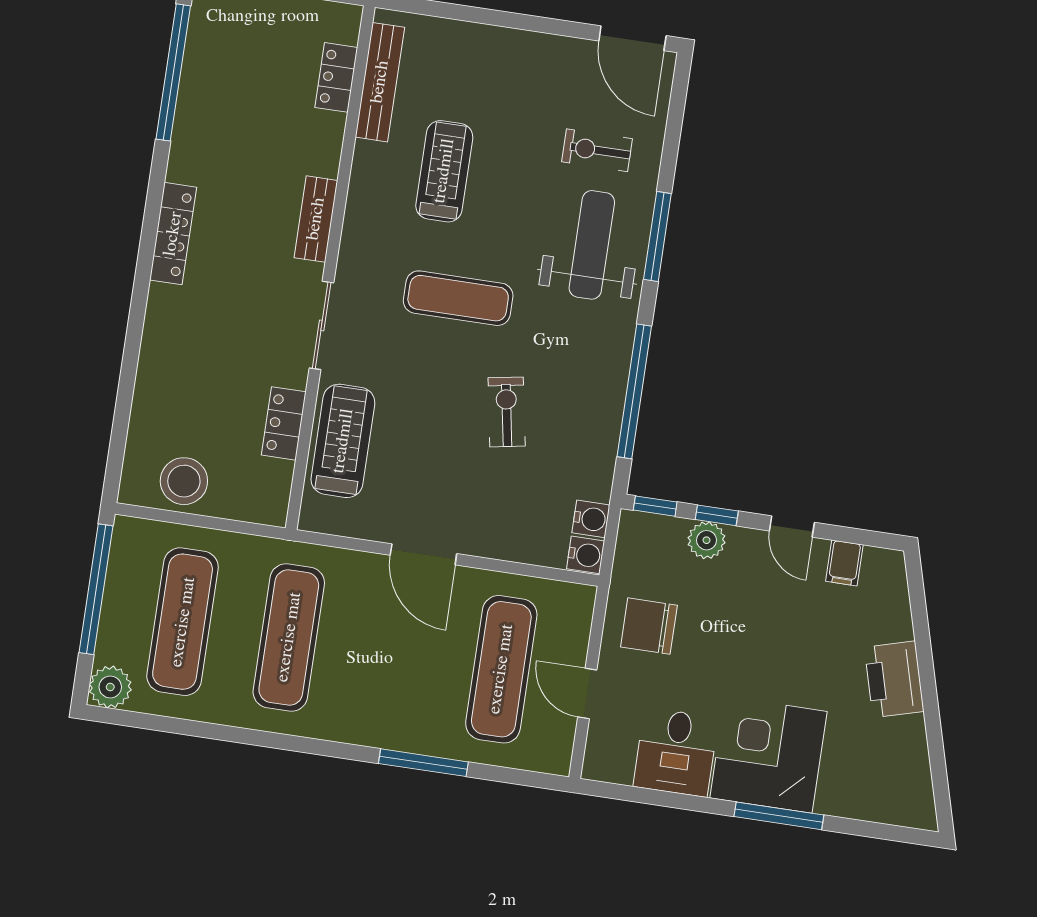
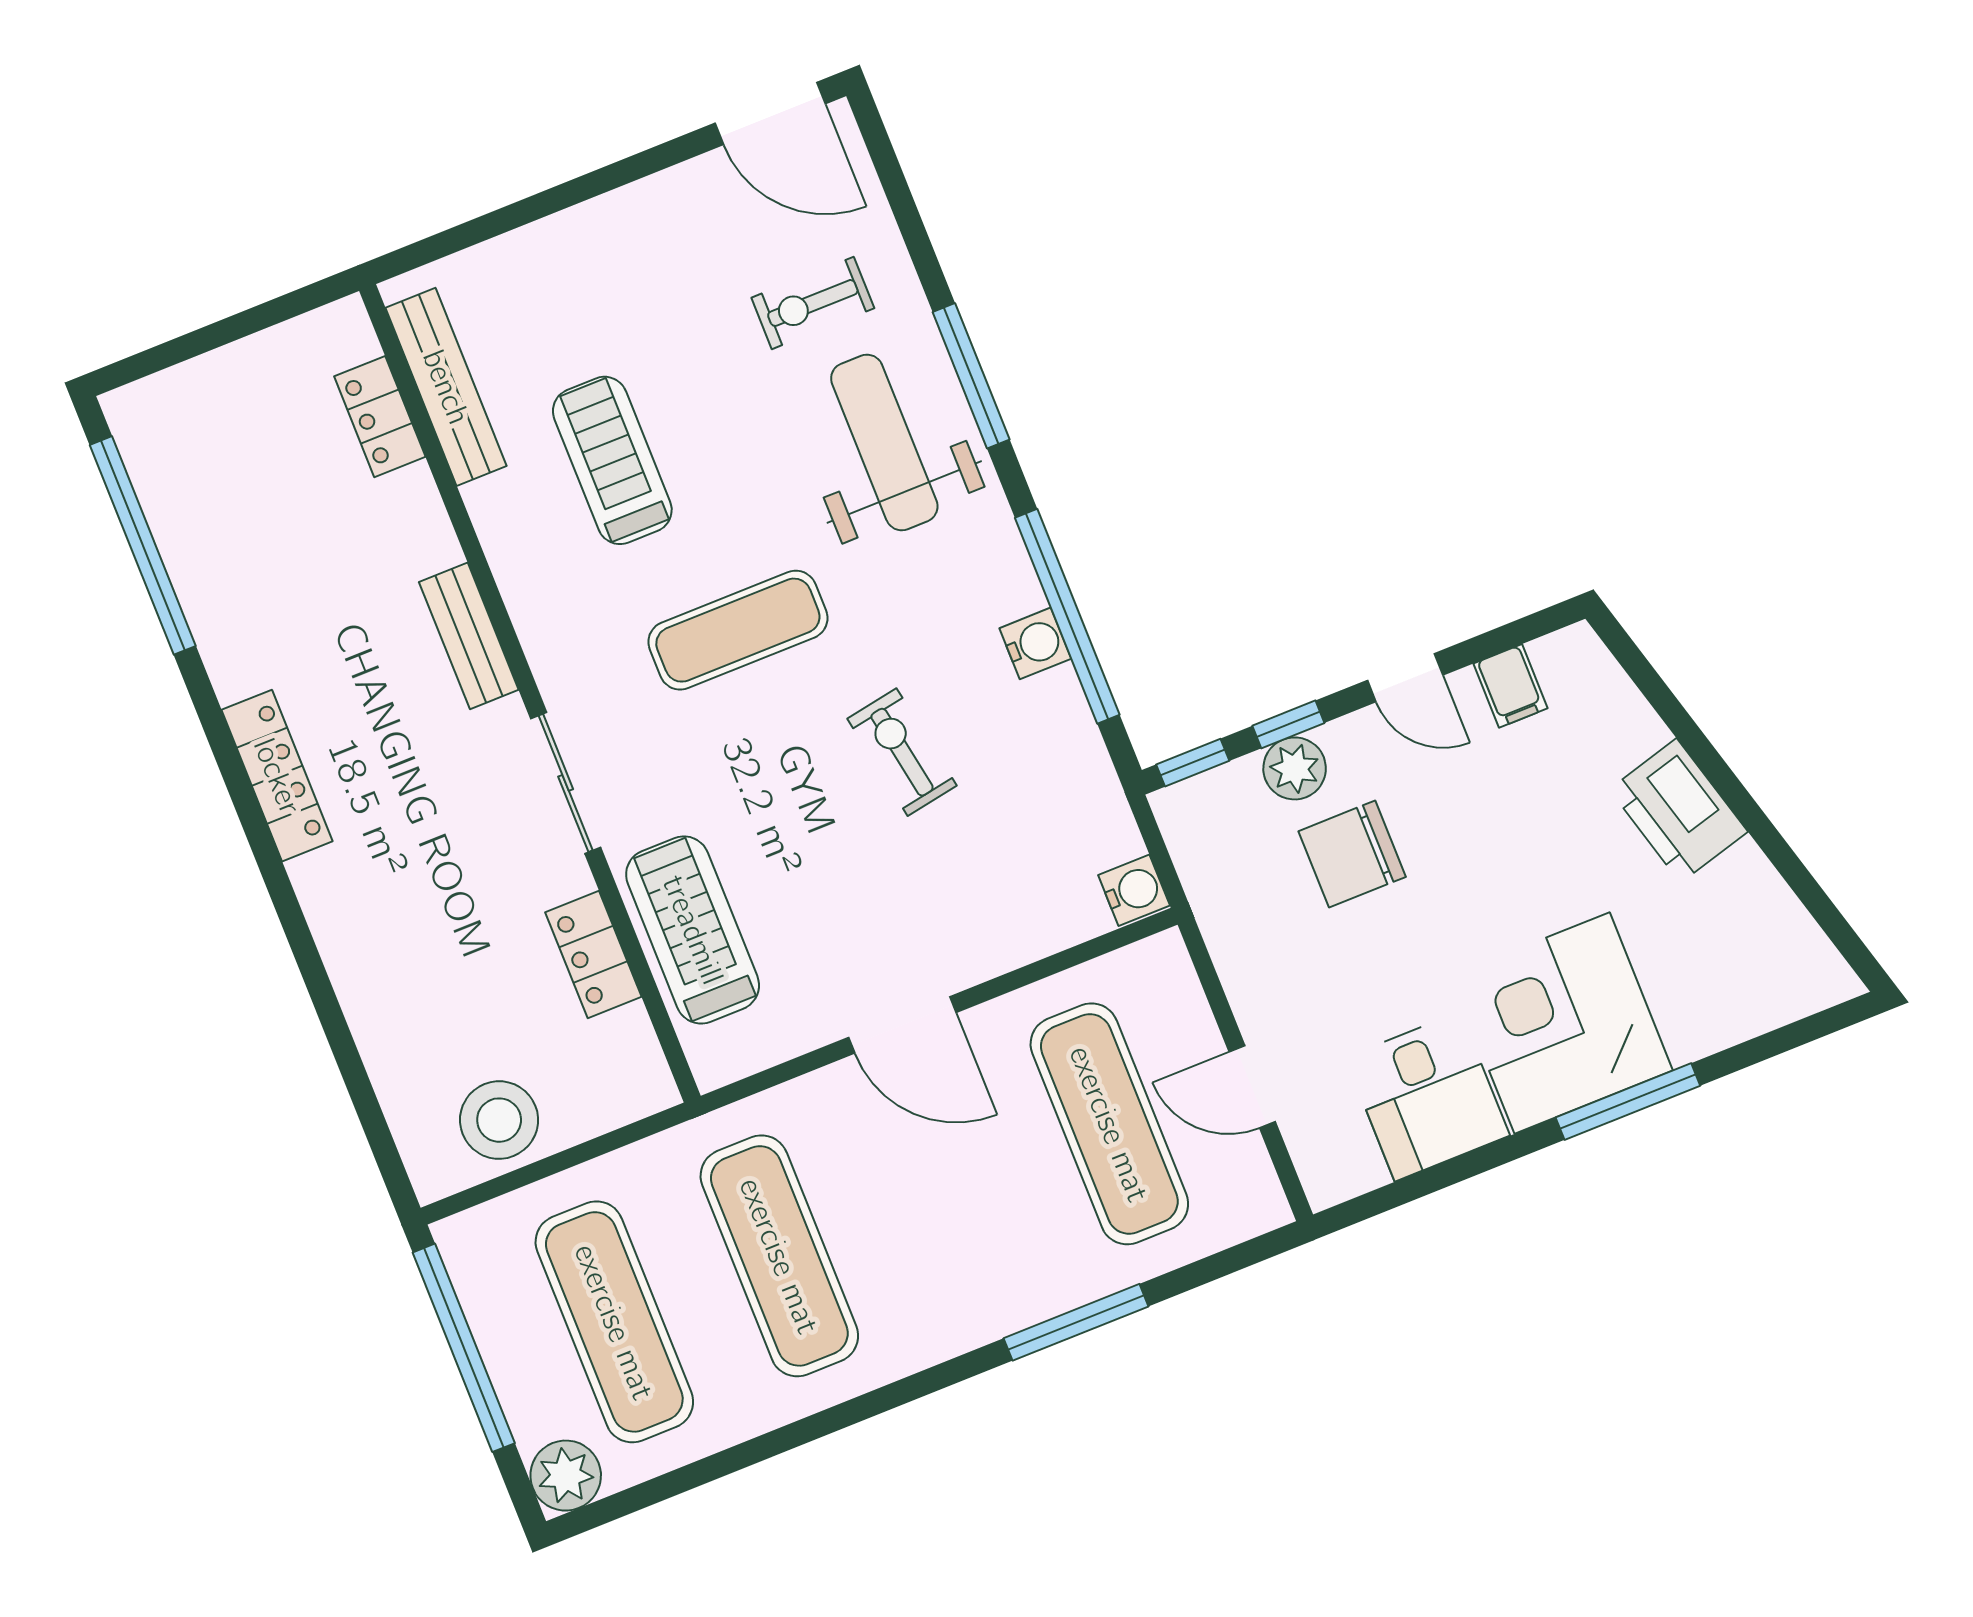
water cooler: (591, 519) -> (1035, 643), moved
chair: (649, 626) -> (1352, 854), moved

